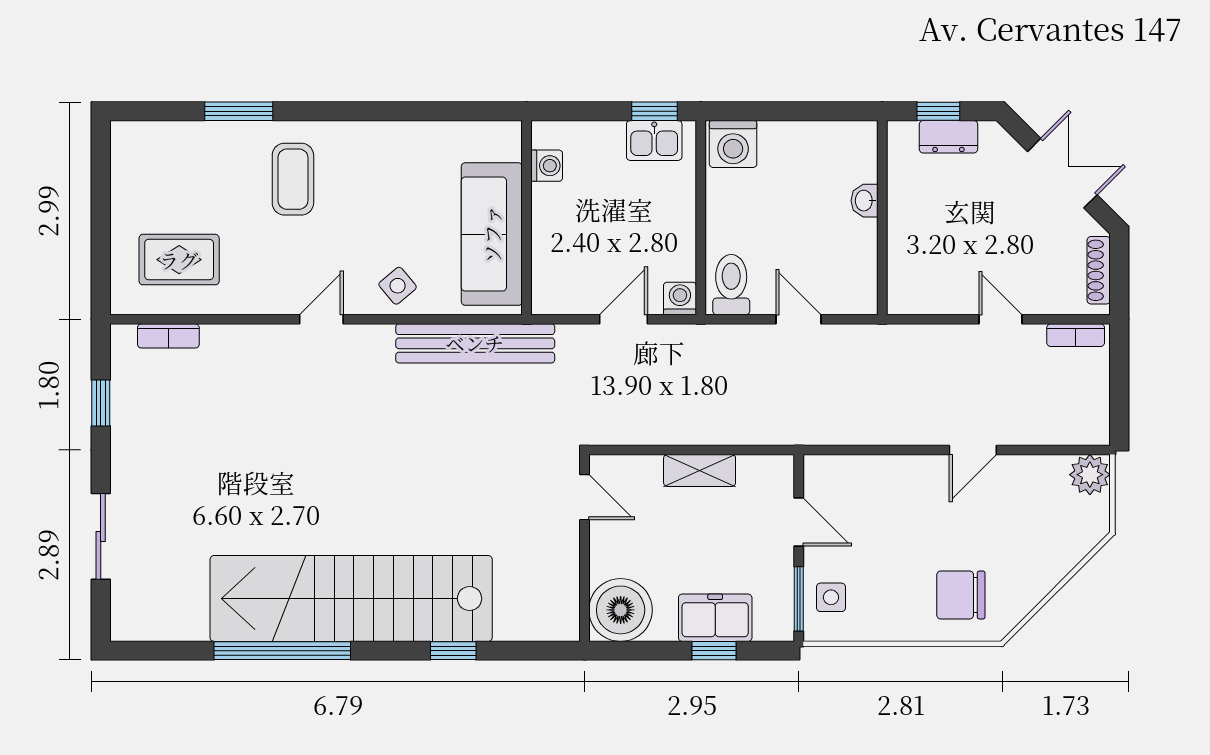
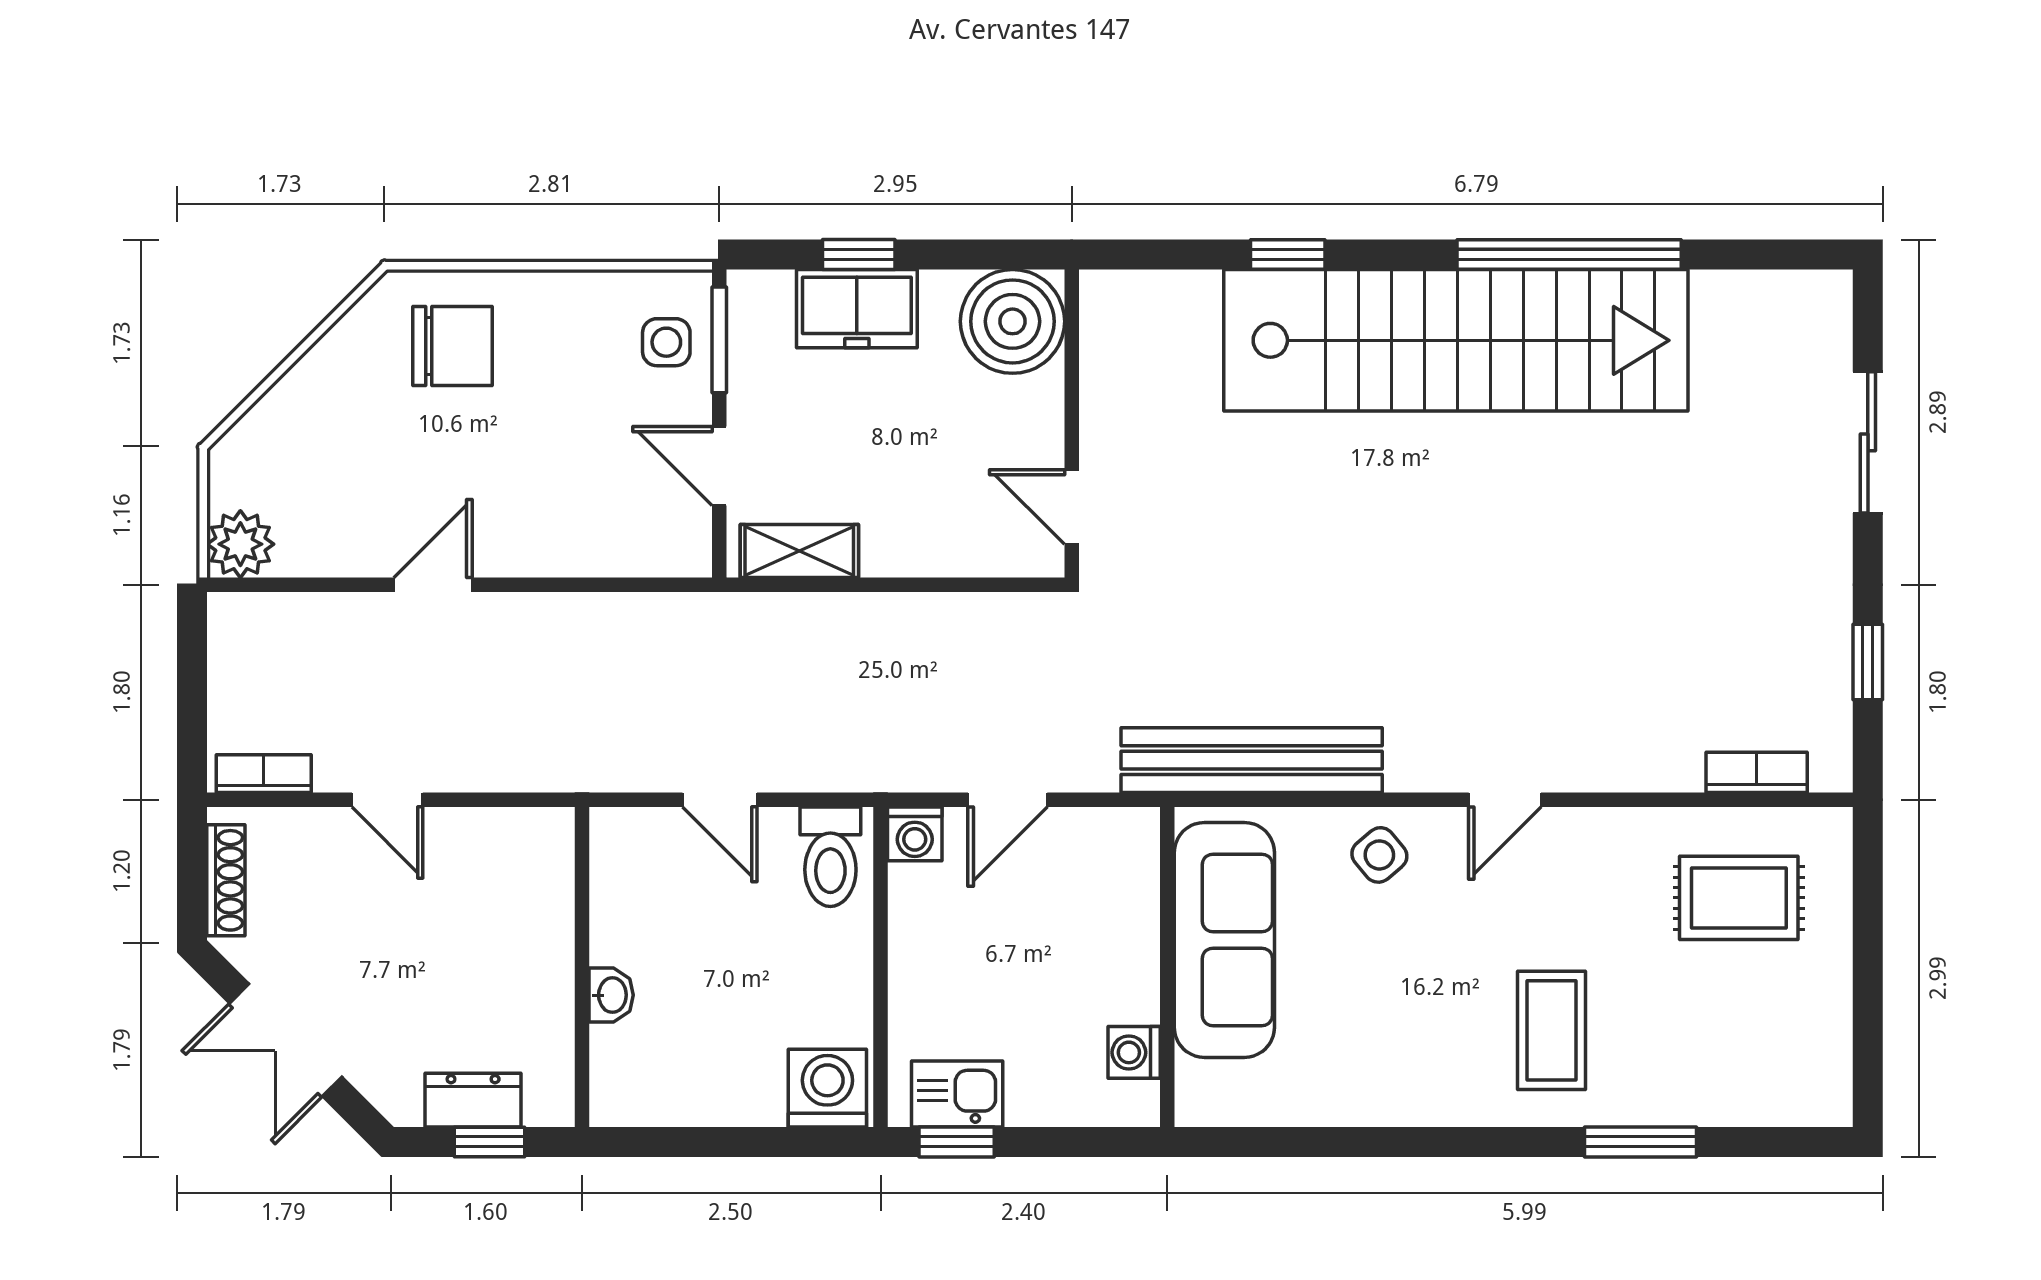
shelving: (700, 470) -> (799, 551), moved

